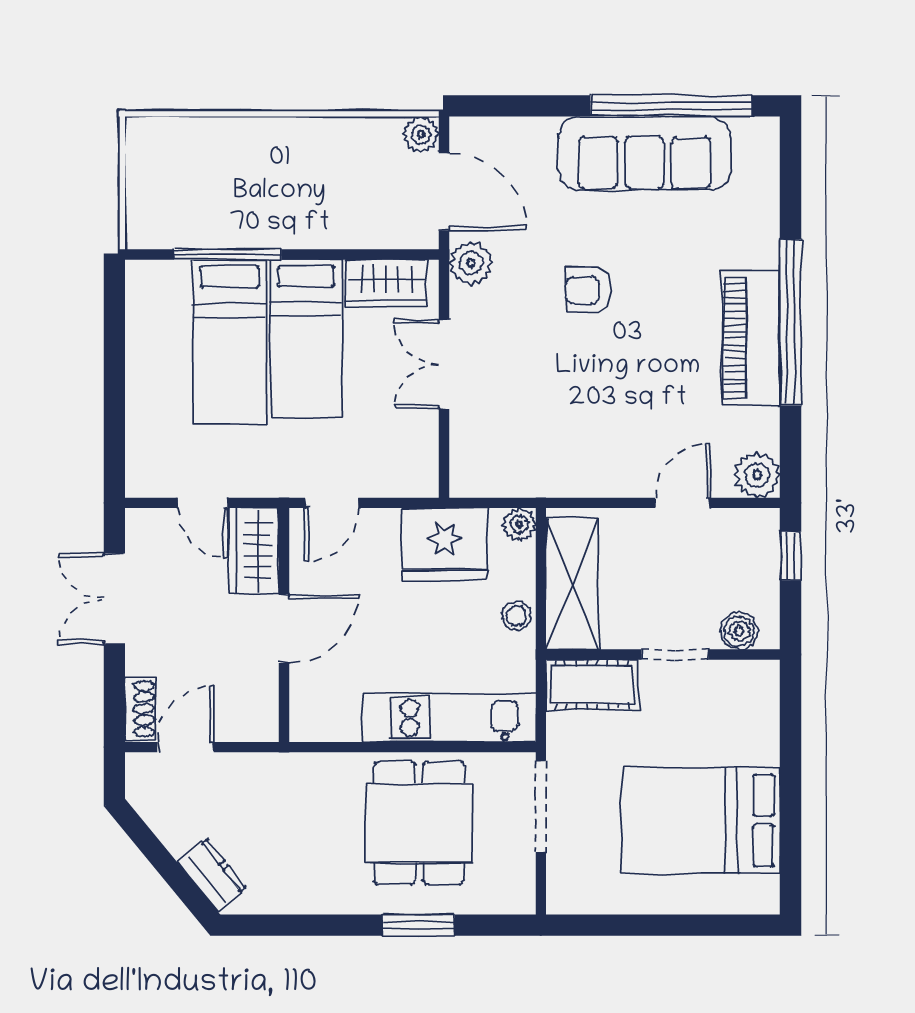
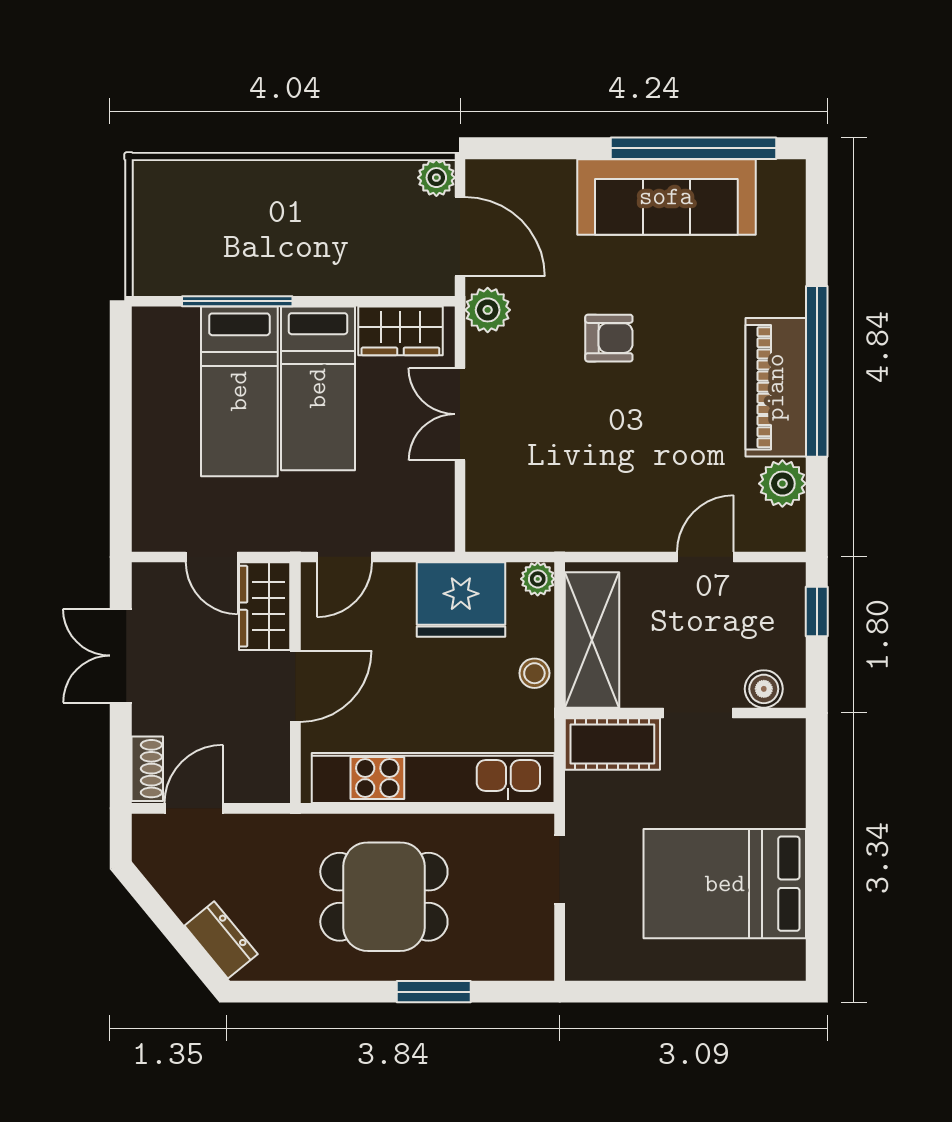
armchair: (589, 290) -> (609, 338), turned 180
plant: (757, 475) -> (782, 484), moved
kitchen unit: (449, 718) -> (433, 778), width x1.36
doorway: (541, 806) -> (560, 869), width x0.73
dining table: (419, 823) -> (384, 897), moved, turned 90

